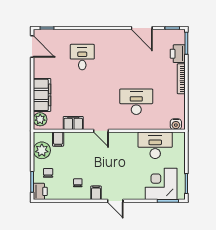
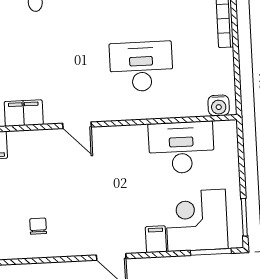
filing cabinet: (96, 193) -> (156, 239), moved

